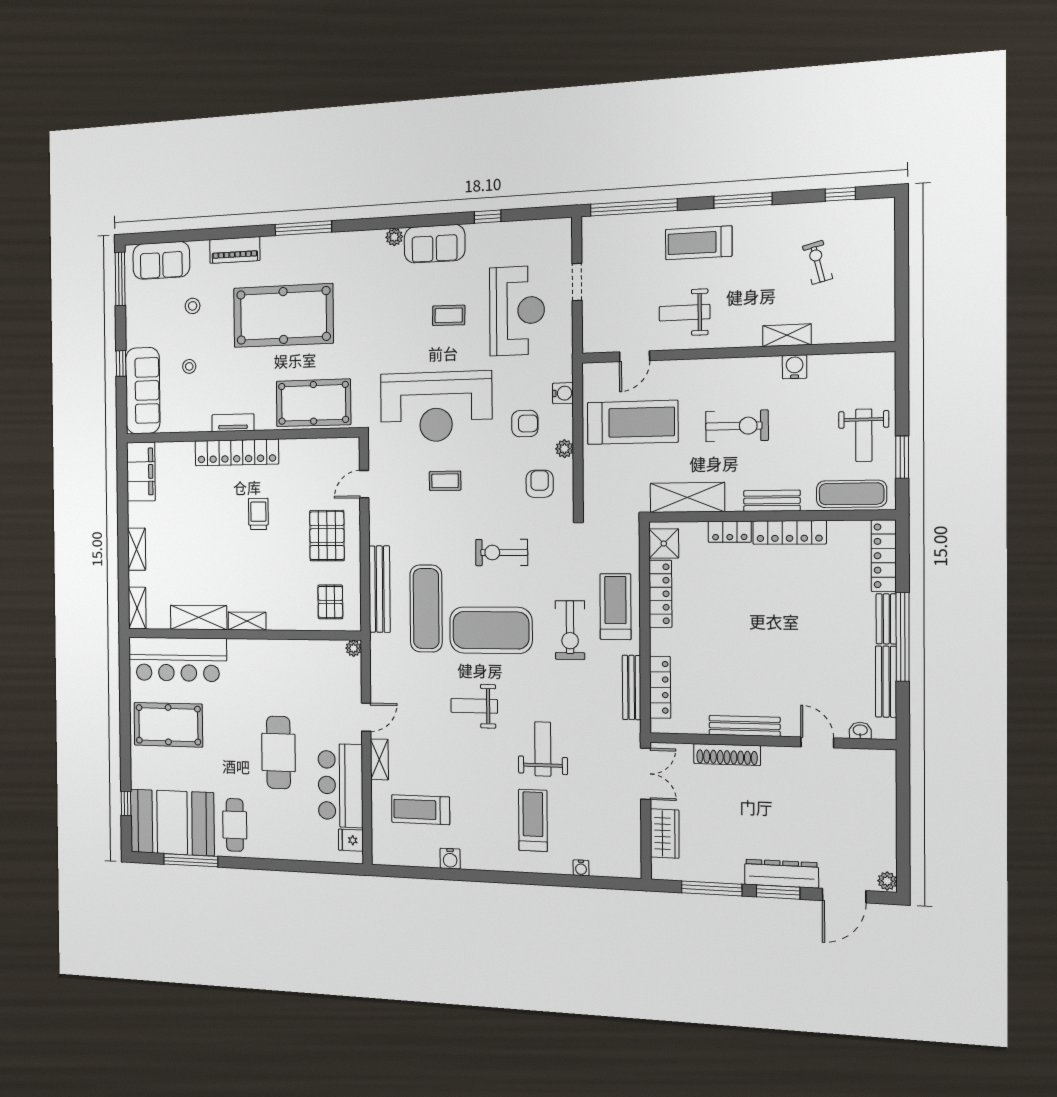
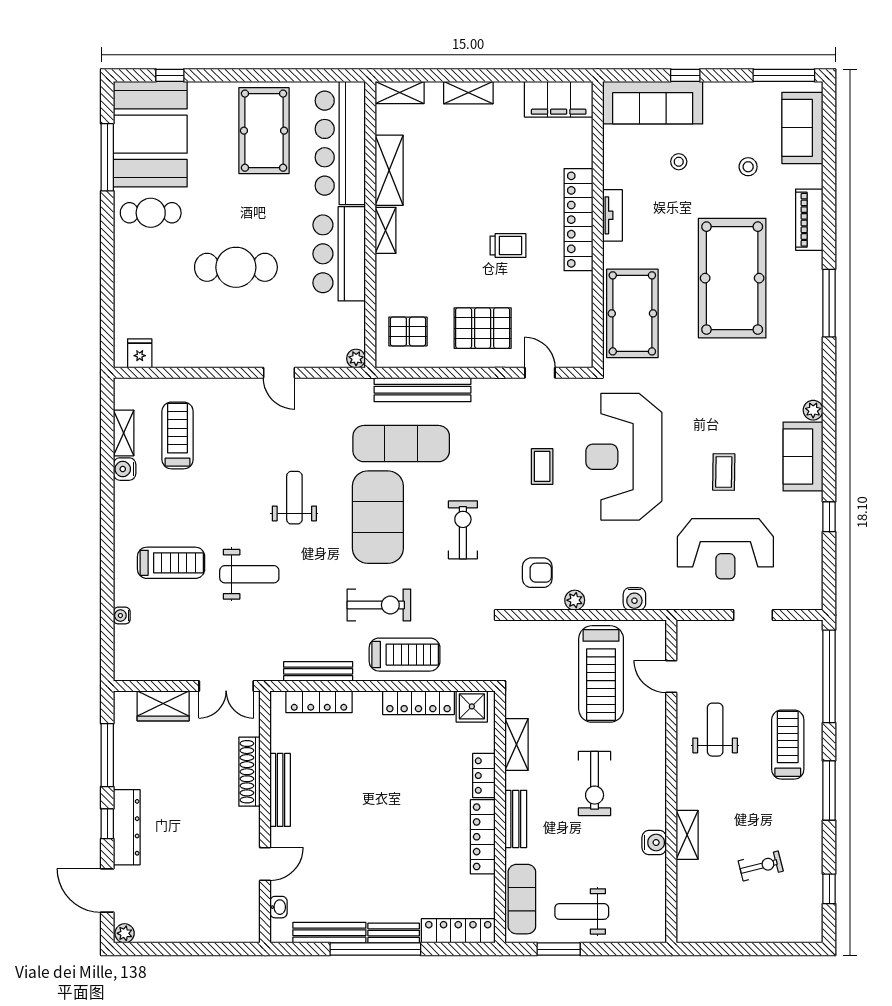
armchair: (525, 424) -> (603, 557), removed
shelving: (687, 497) -> (517, 745), width x0.67, depth x0.75
exercise bike: (570, 630) -> (379, 605), turned 180
shelving: (379, 759) -> (124, 433), moved, turned 90
bar counter: (340, 785) -> (339, 254), moved, turned -90
window: (778, 892) -> (107, 824), width x0.67

